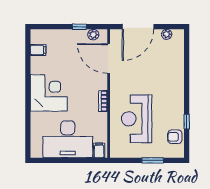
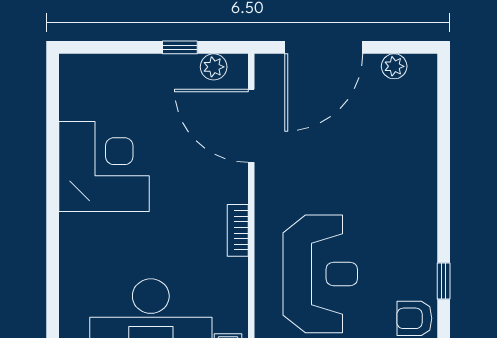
filing cabinet: (38, 50) -> (78, 105), removed
corner desk: (49, 93) -> (104, 167), moved
reception desk: (137, 119) -> (320, 274), turned 180

